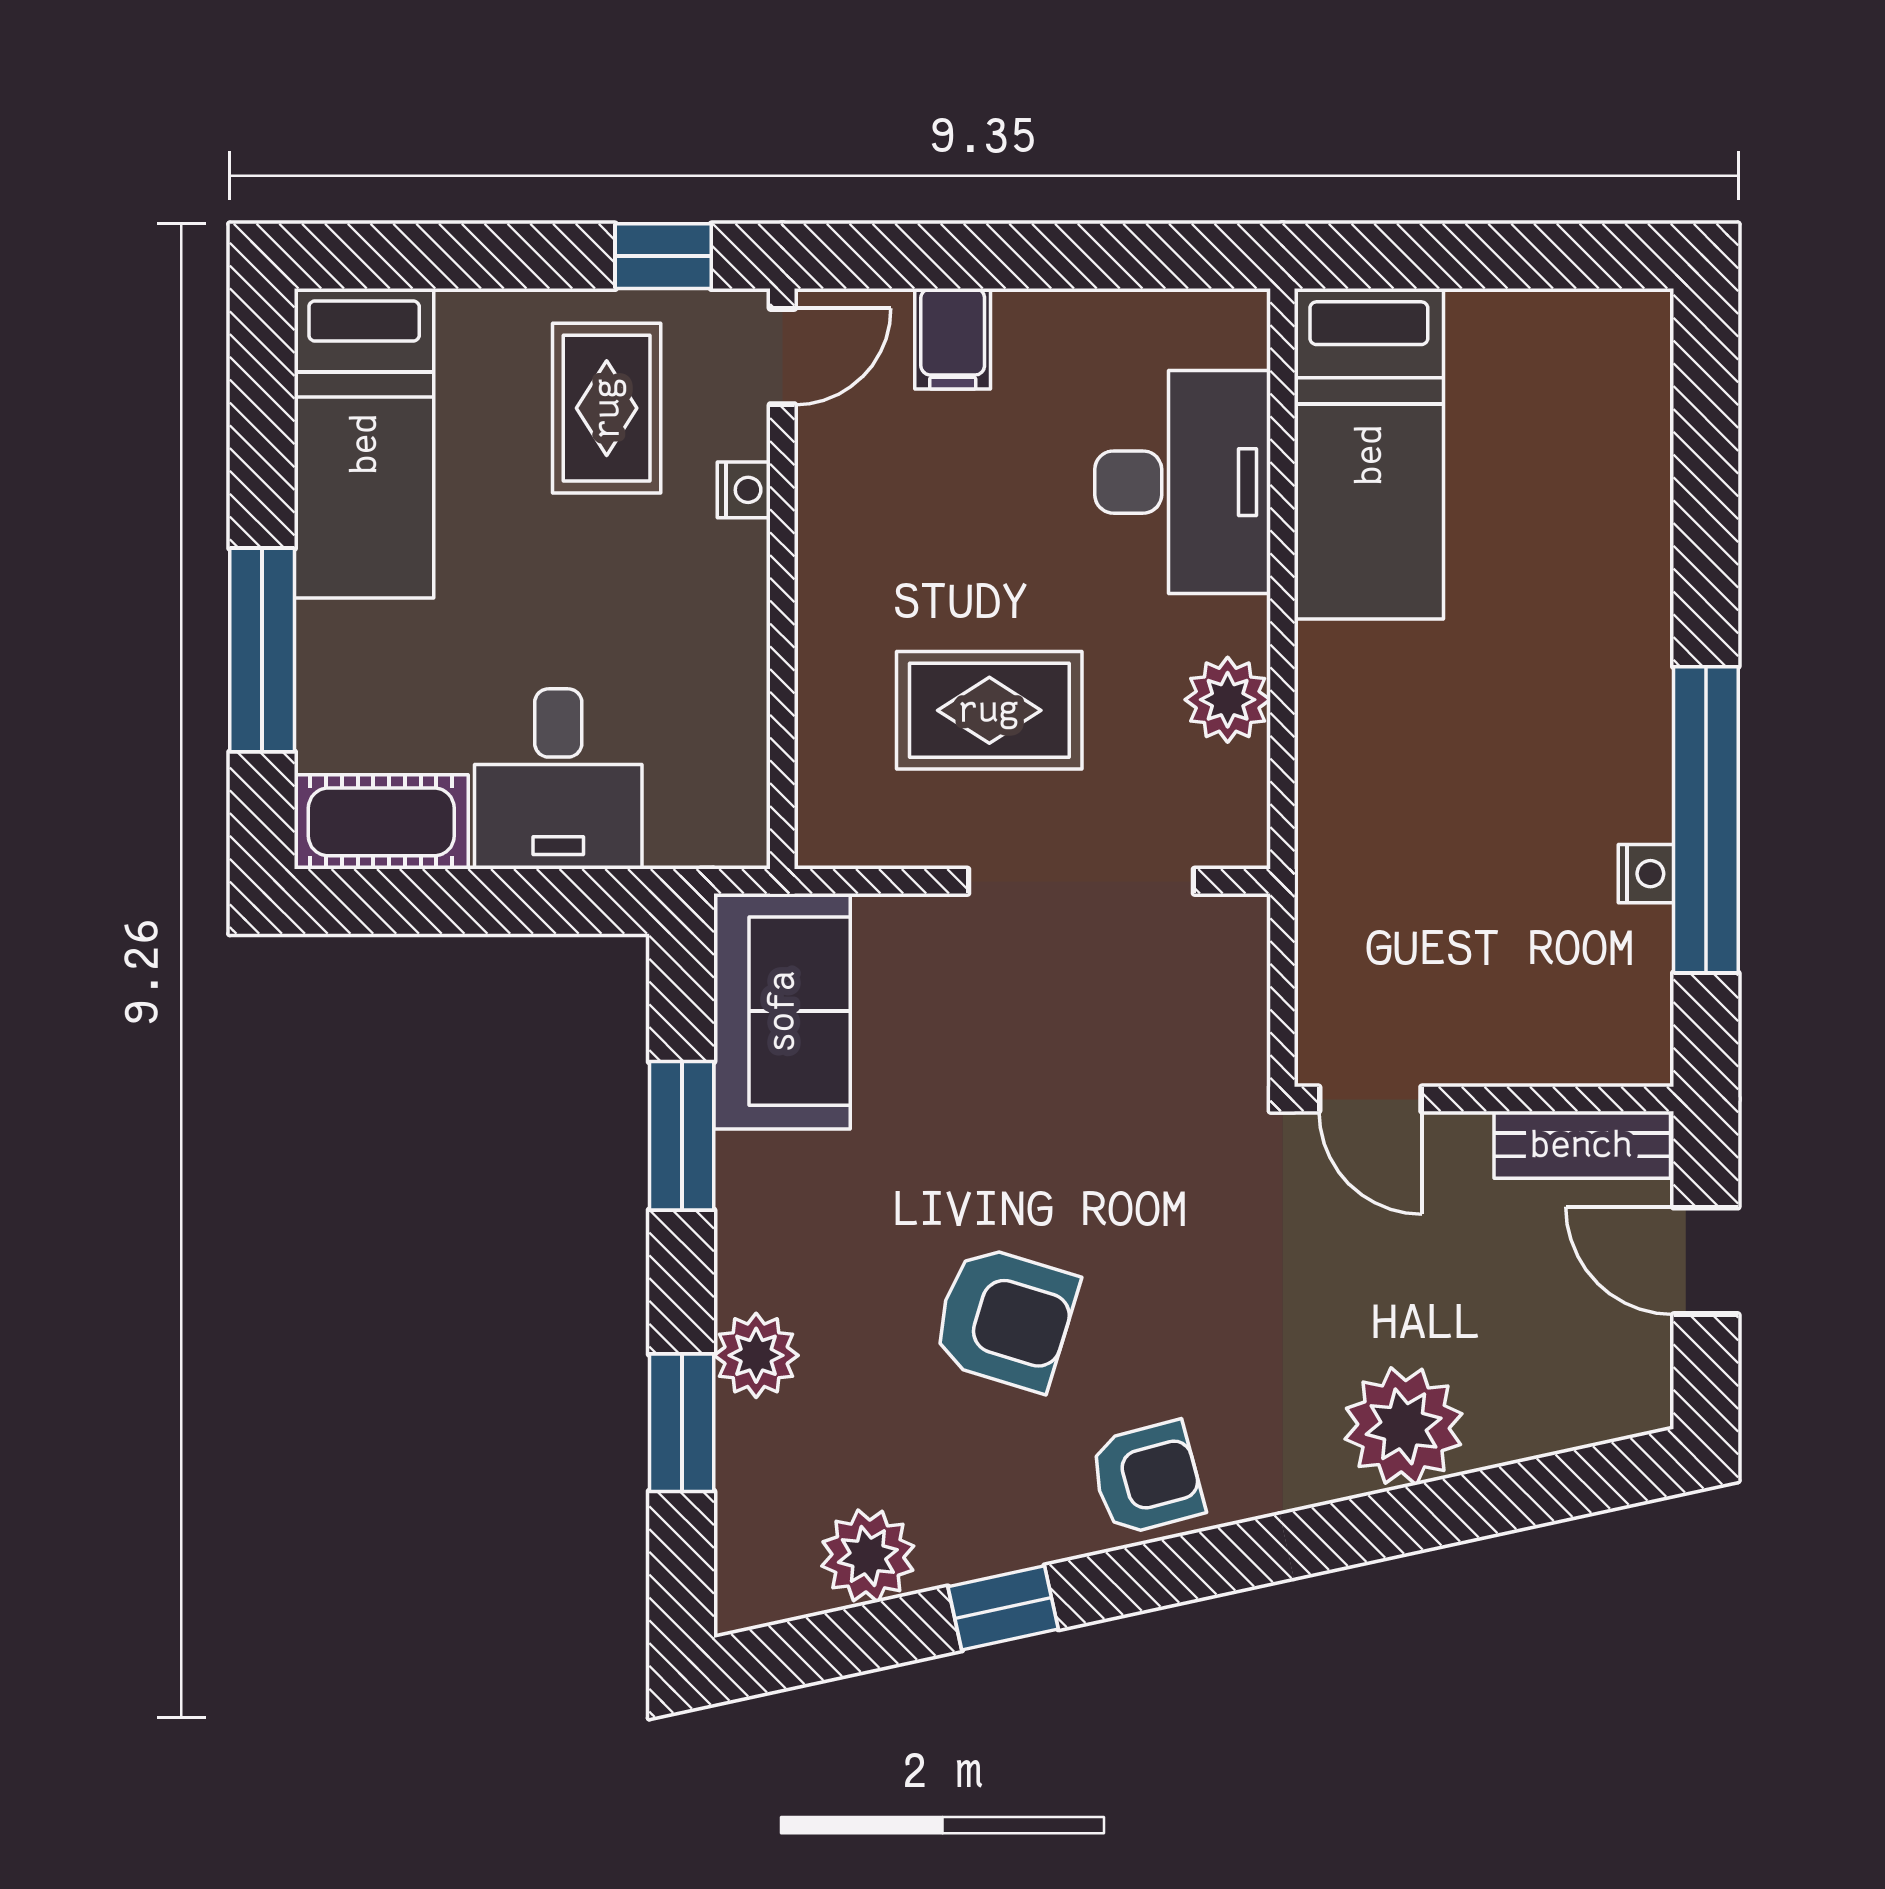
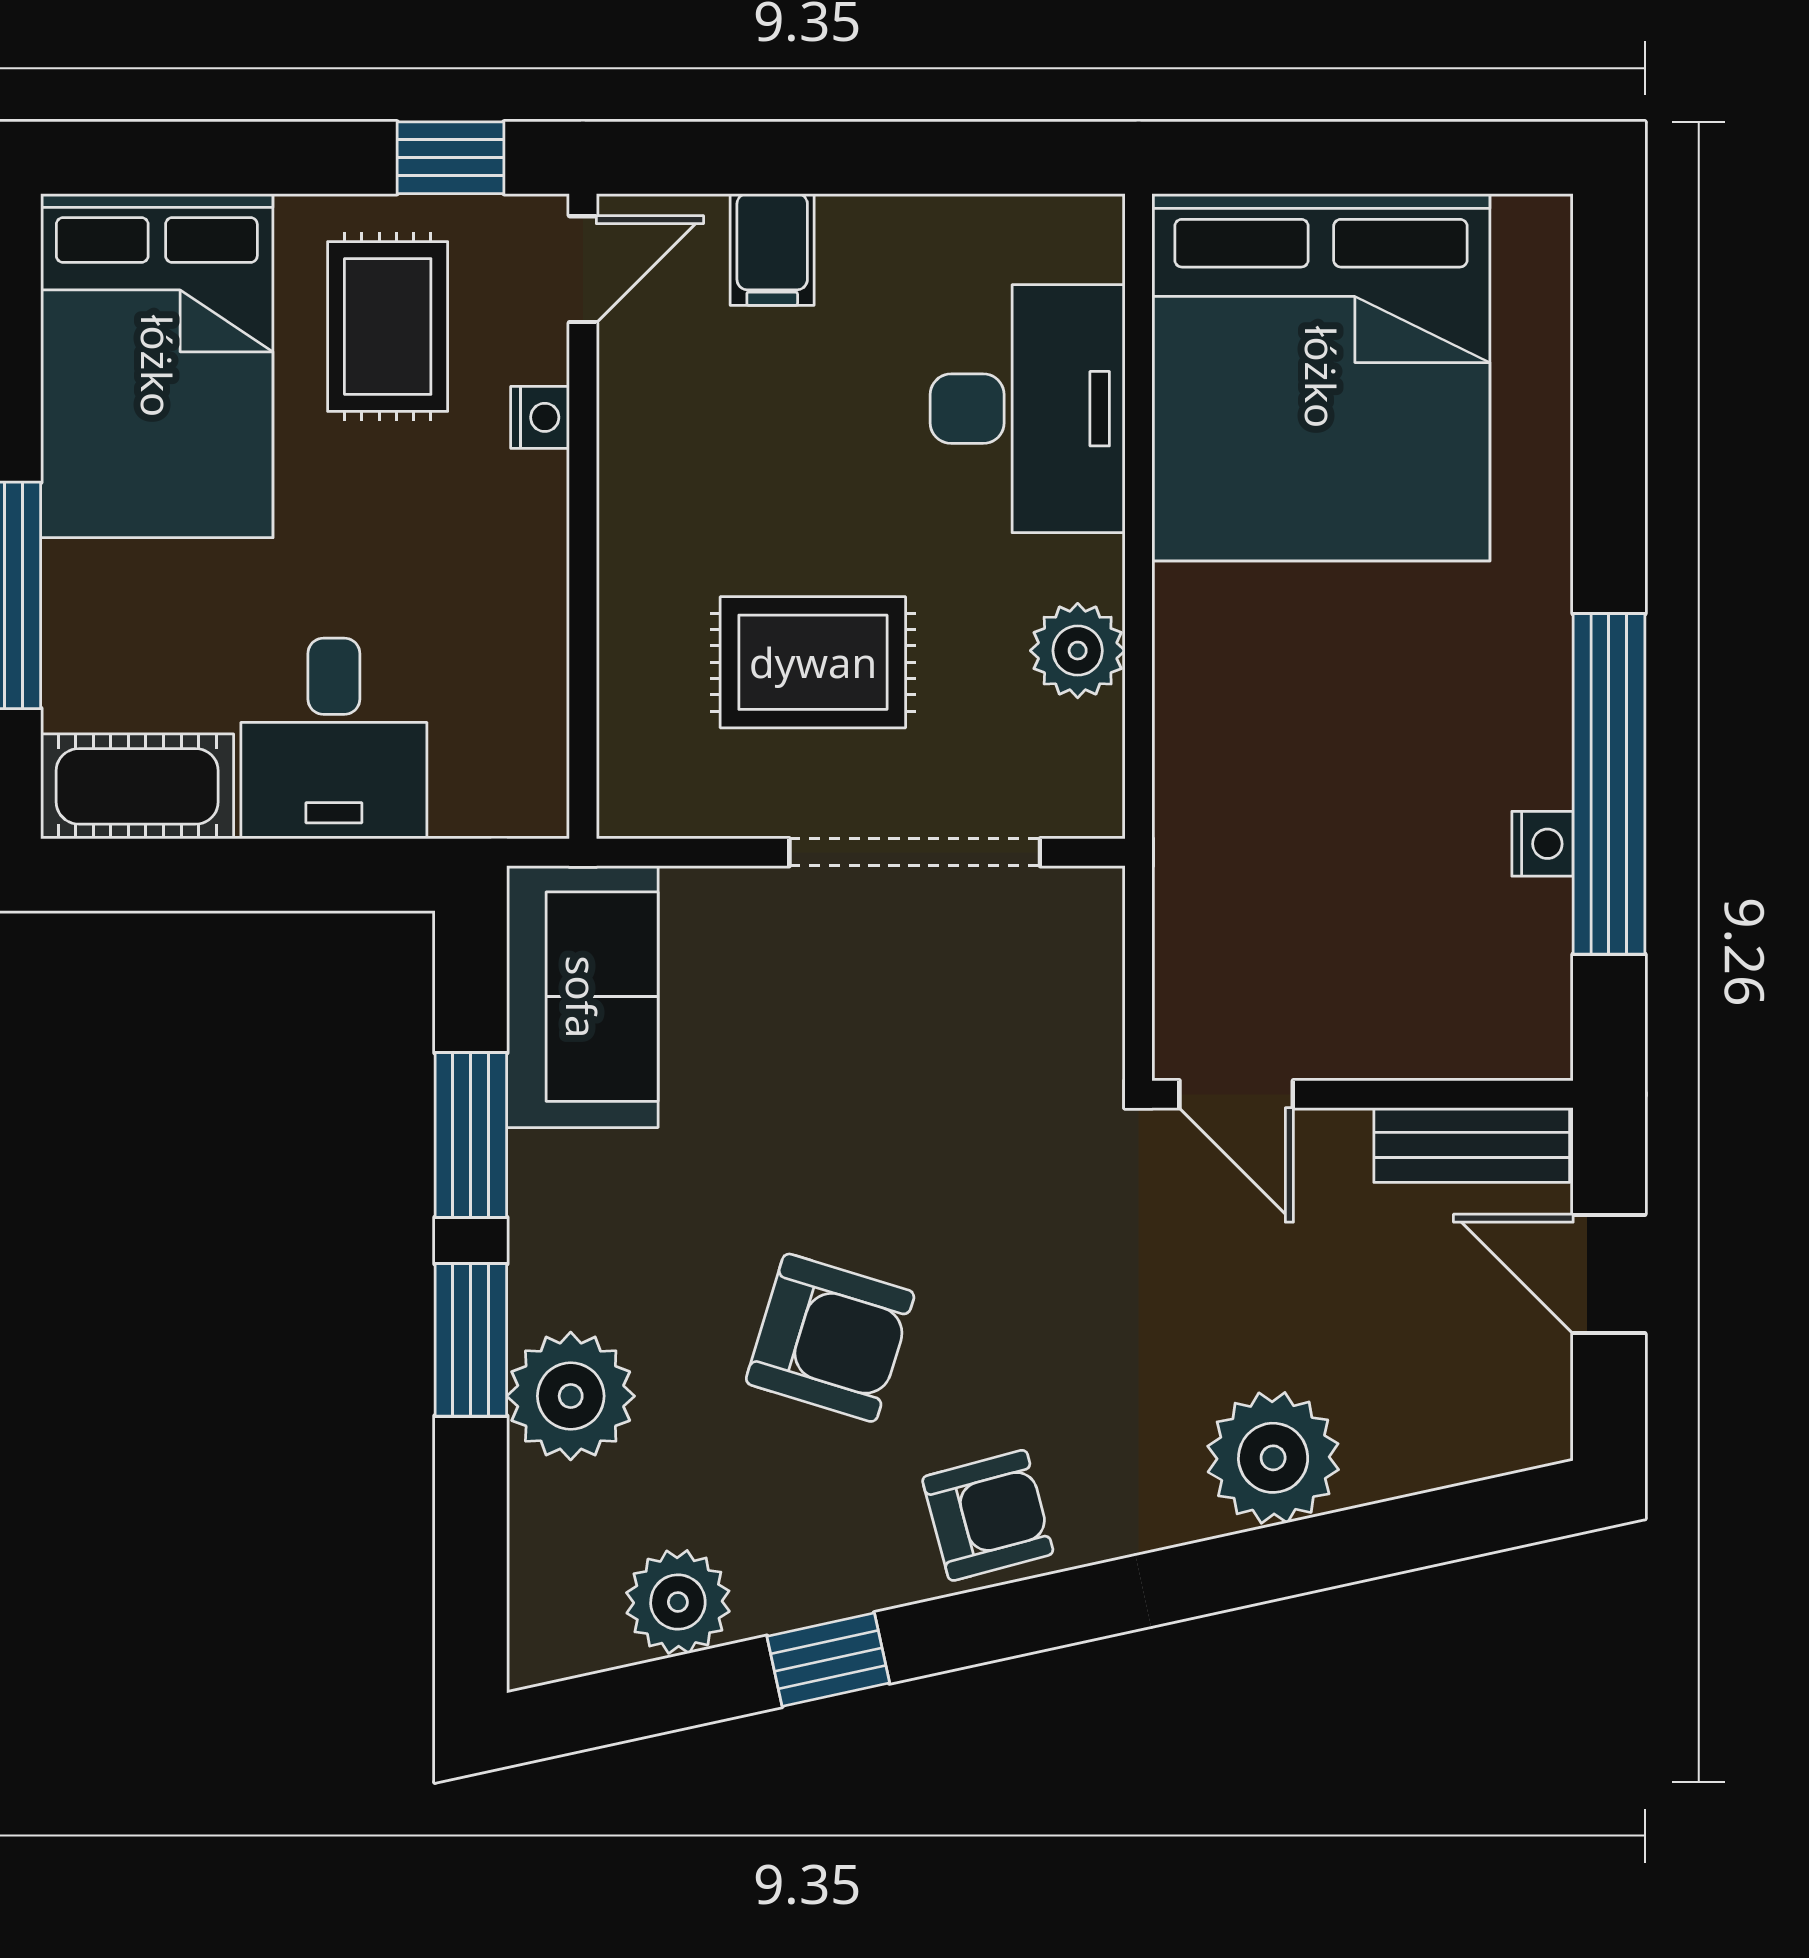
bed: (364, 443) -> (157, 366), width x1.50
bed: (1369, 454) -> (1321, 377), width x2.04
plant: (756, 1355) -> (571, 1396), width x1.36, depth x1.36
window: (682, 1423) -> (471, 1340), moved

